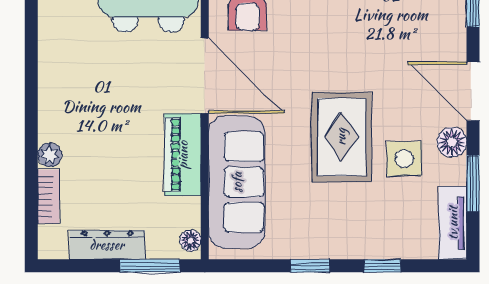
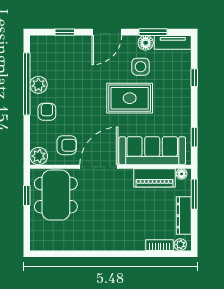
floor lamp: (452, 142) -> (146, 43), moved
plant: (50, 155) -> (180, 245), moved
piano: (183, 155) -> (155, 178), moved
window: (310, 266) -> (194, 137), moved

